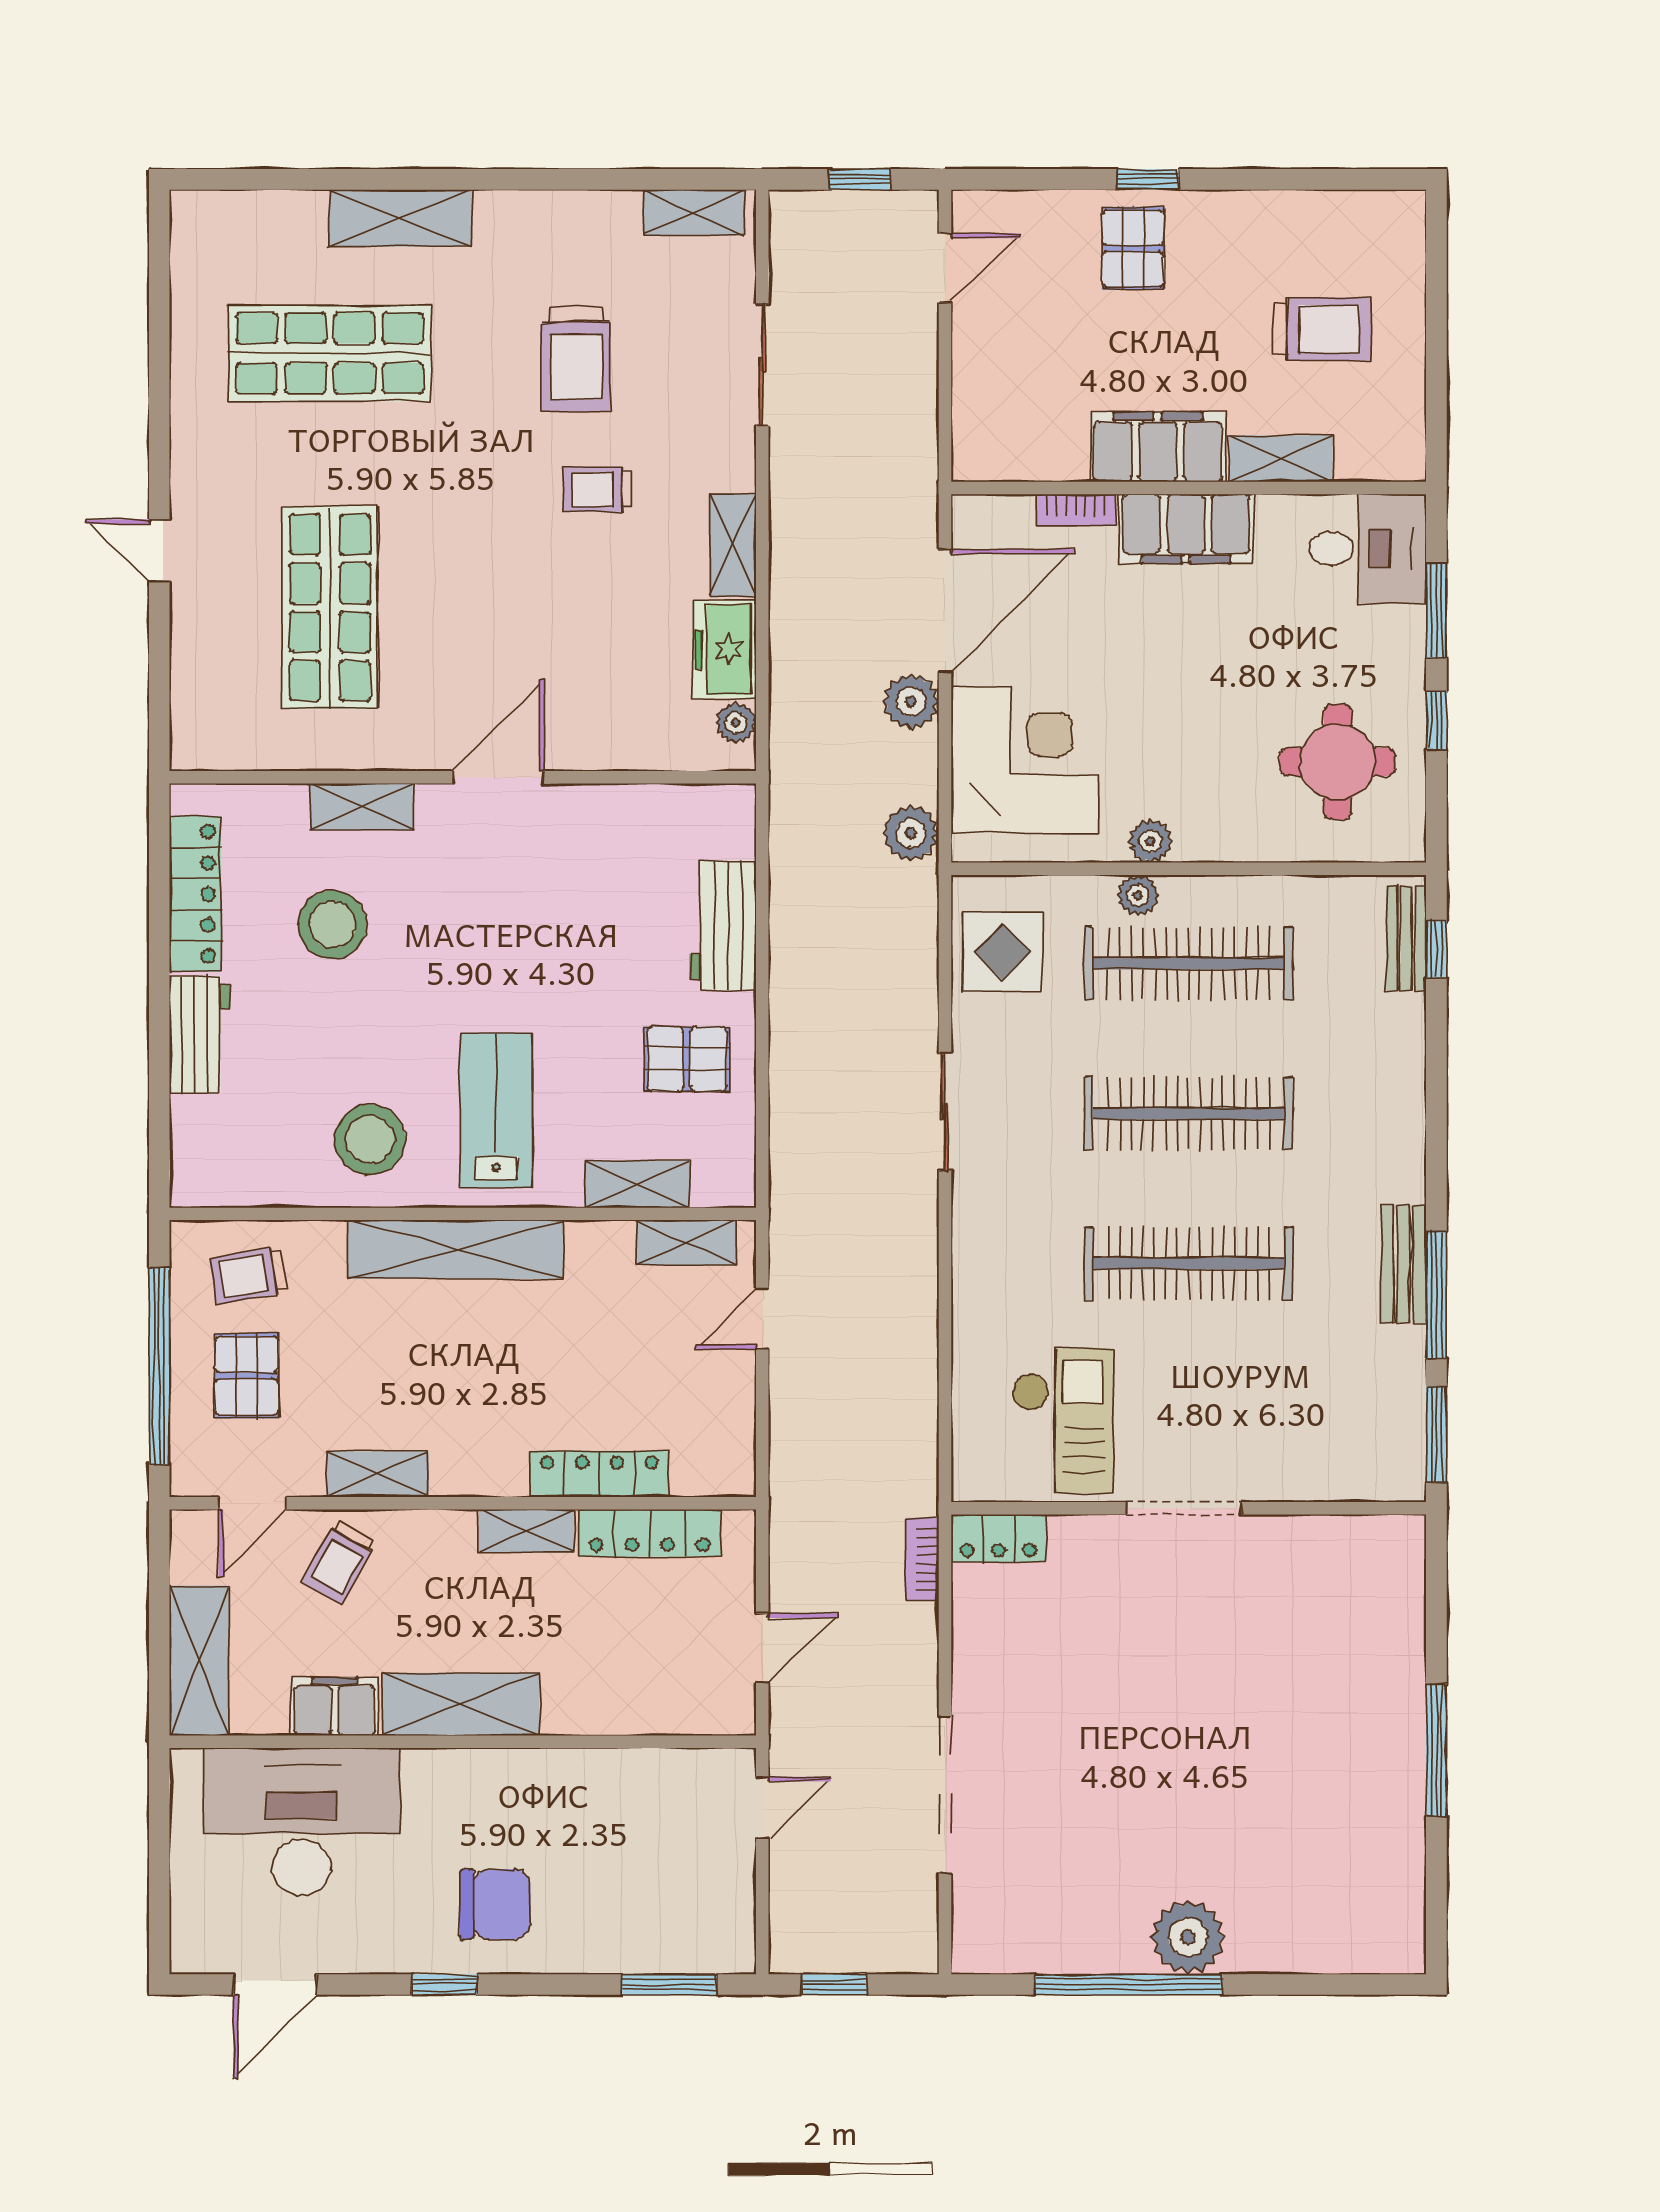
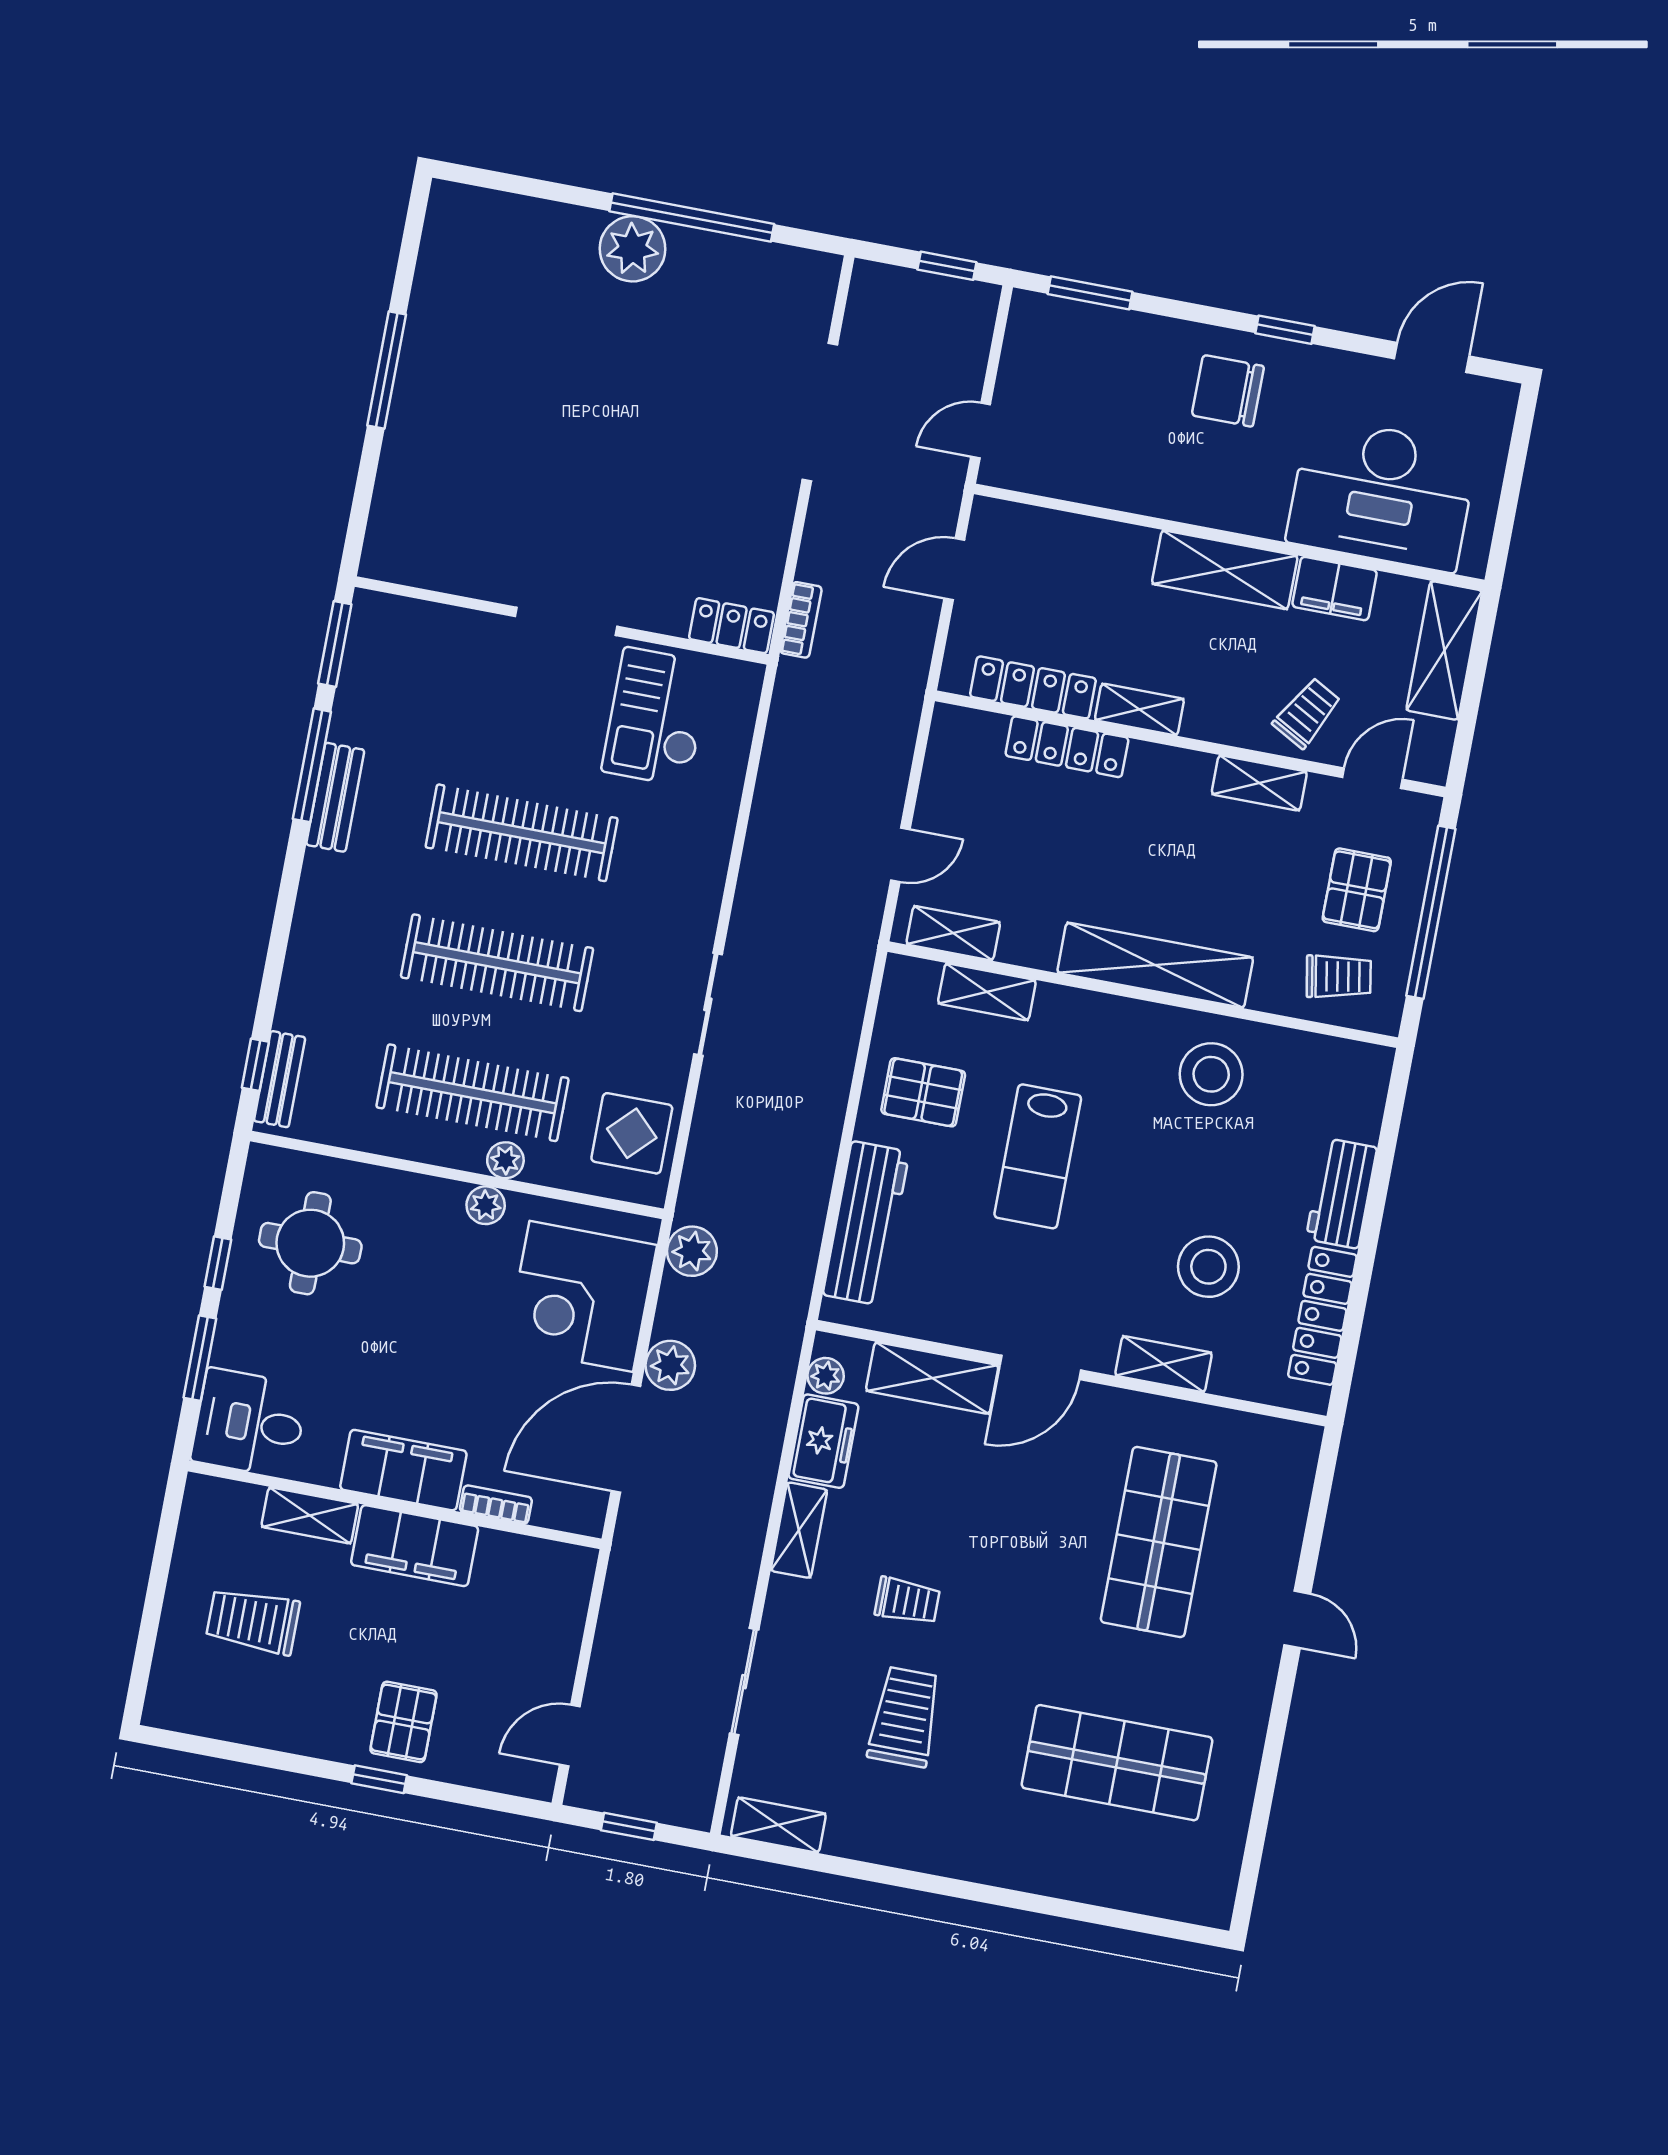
shelving: (400, 218) -> (932, 1378), moved
workbench: (723, 925) -> (866, 1223), width x1.38
lab bench: (496, 1110) -> (1038, 1156), moved

